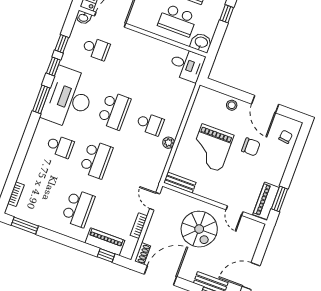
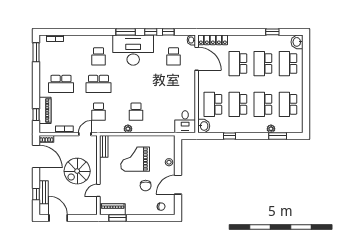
school desk: (114, 111) -> (99, 112), moved, width x0.54

